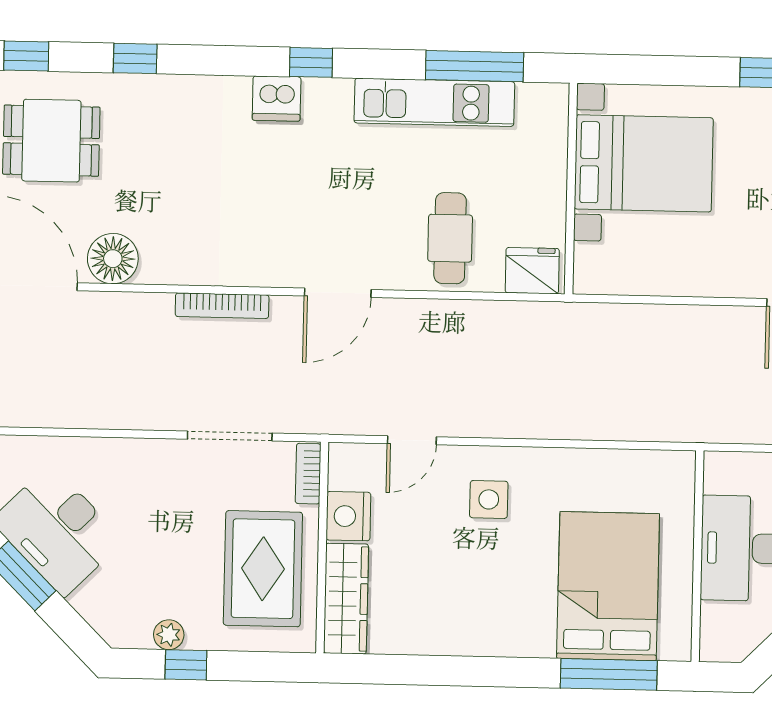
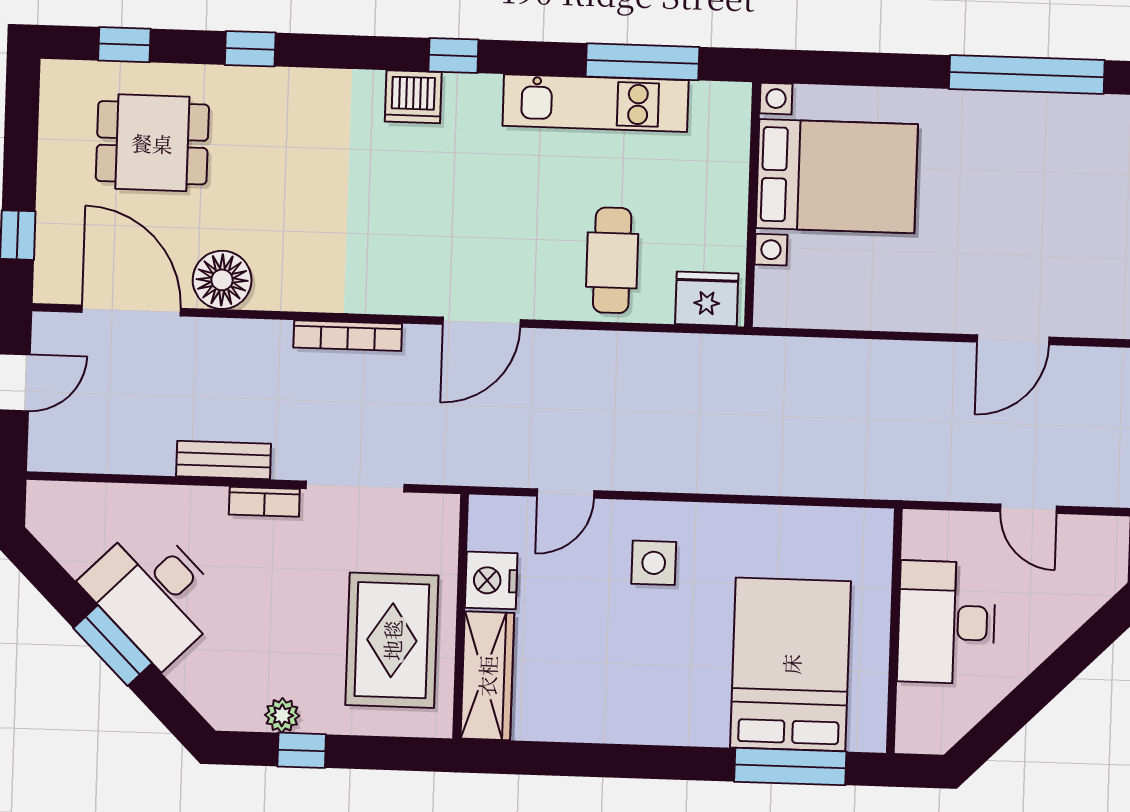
bench: (116, 414) -> (224, 460), added
bookcase: (308, 474) -> (264, 502), moved, turned -90

